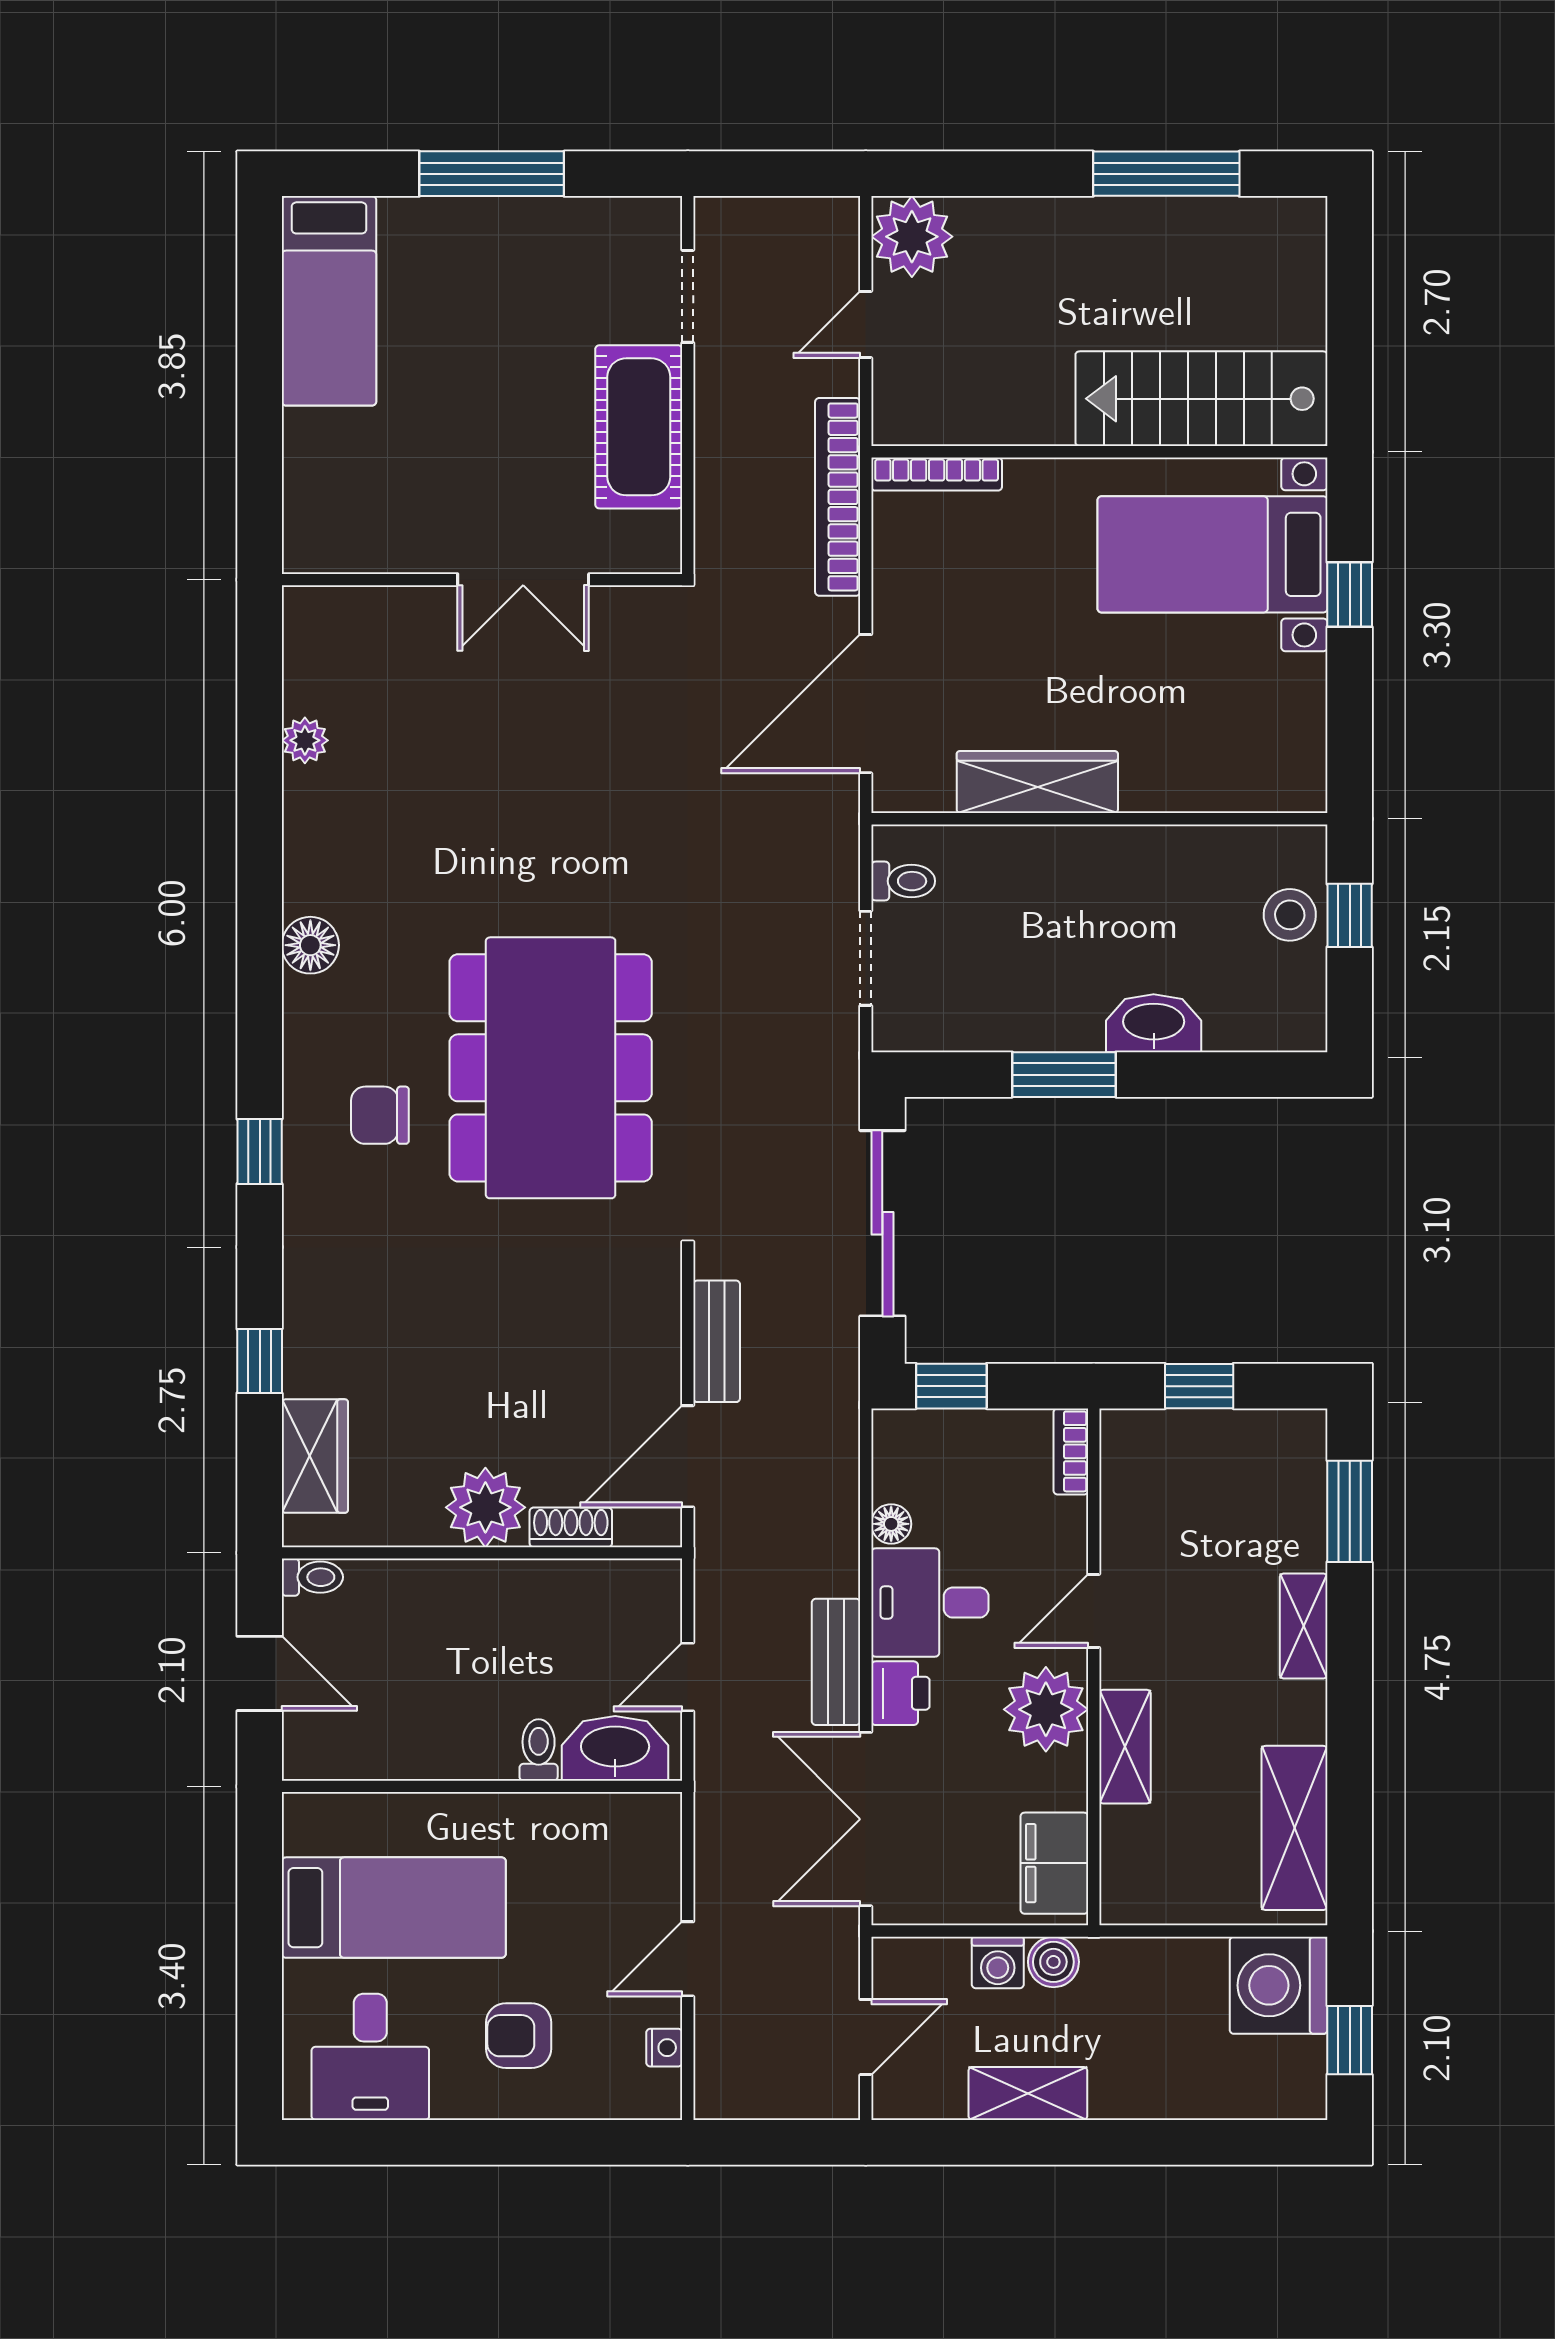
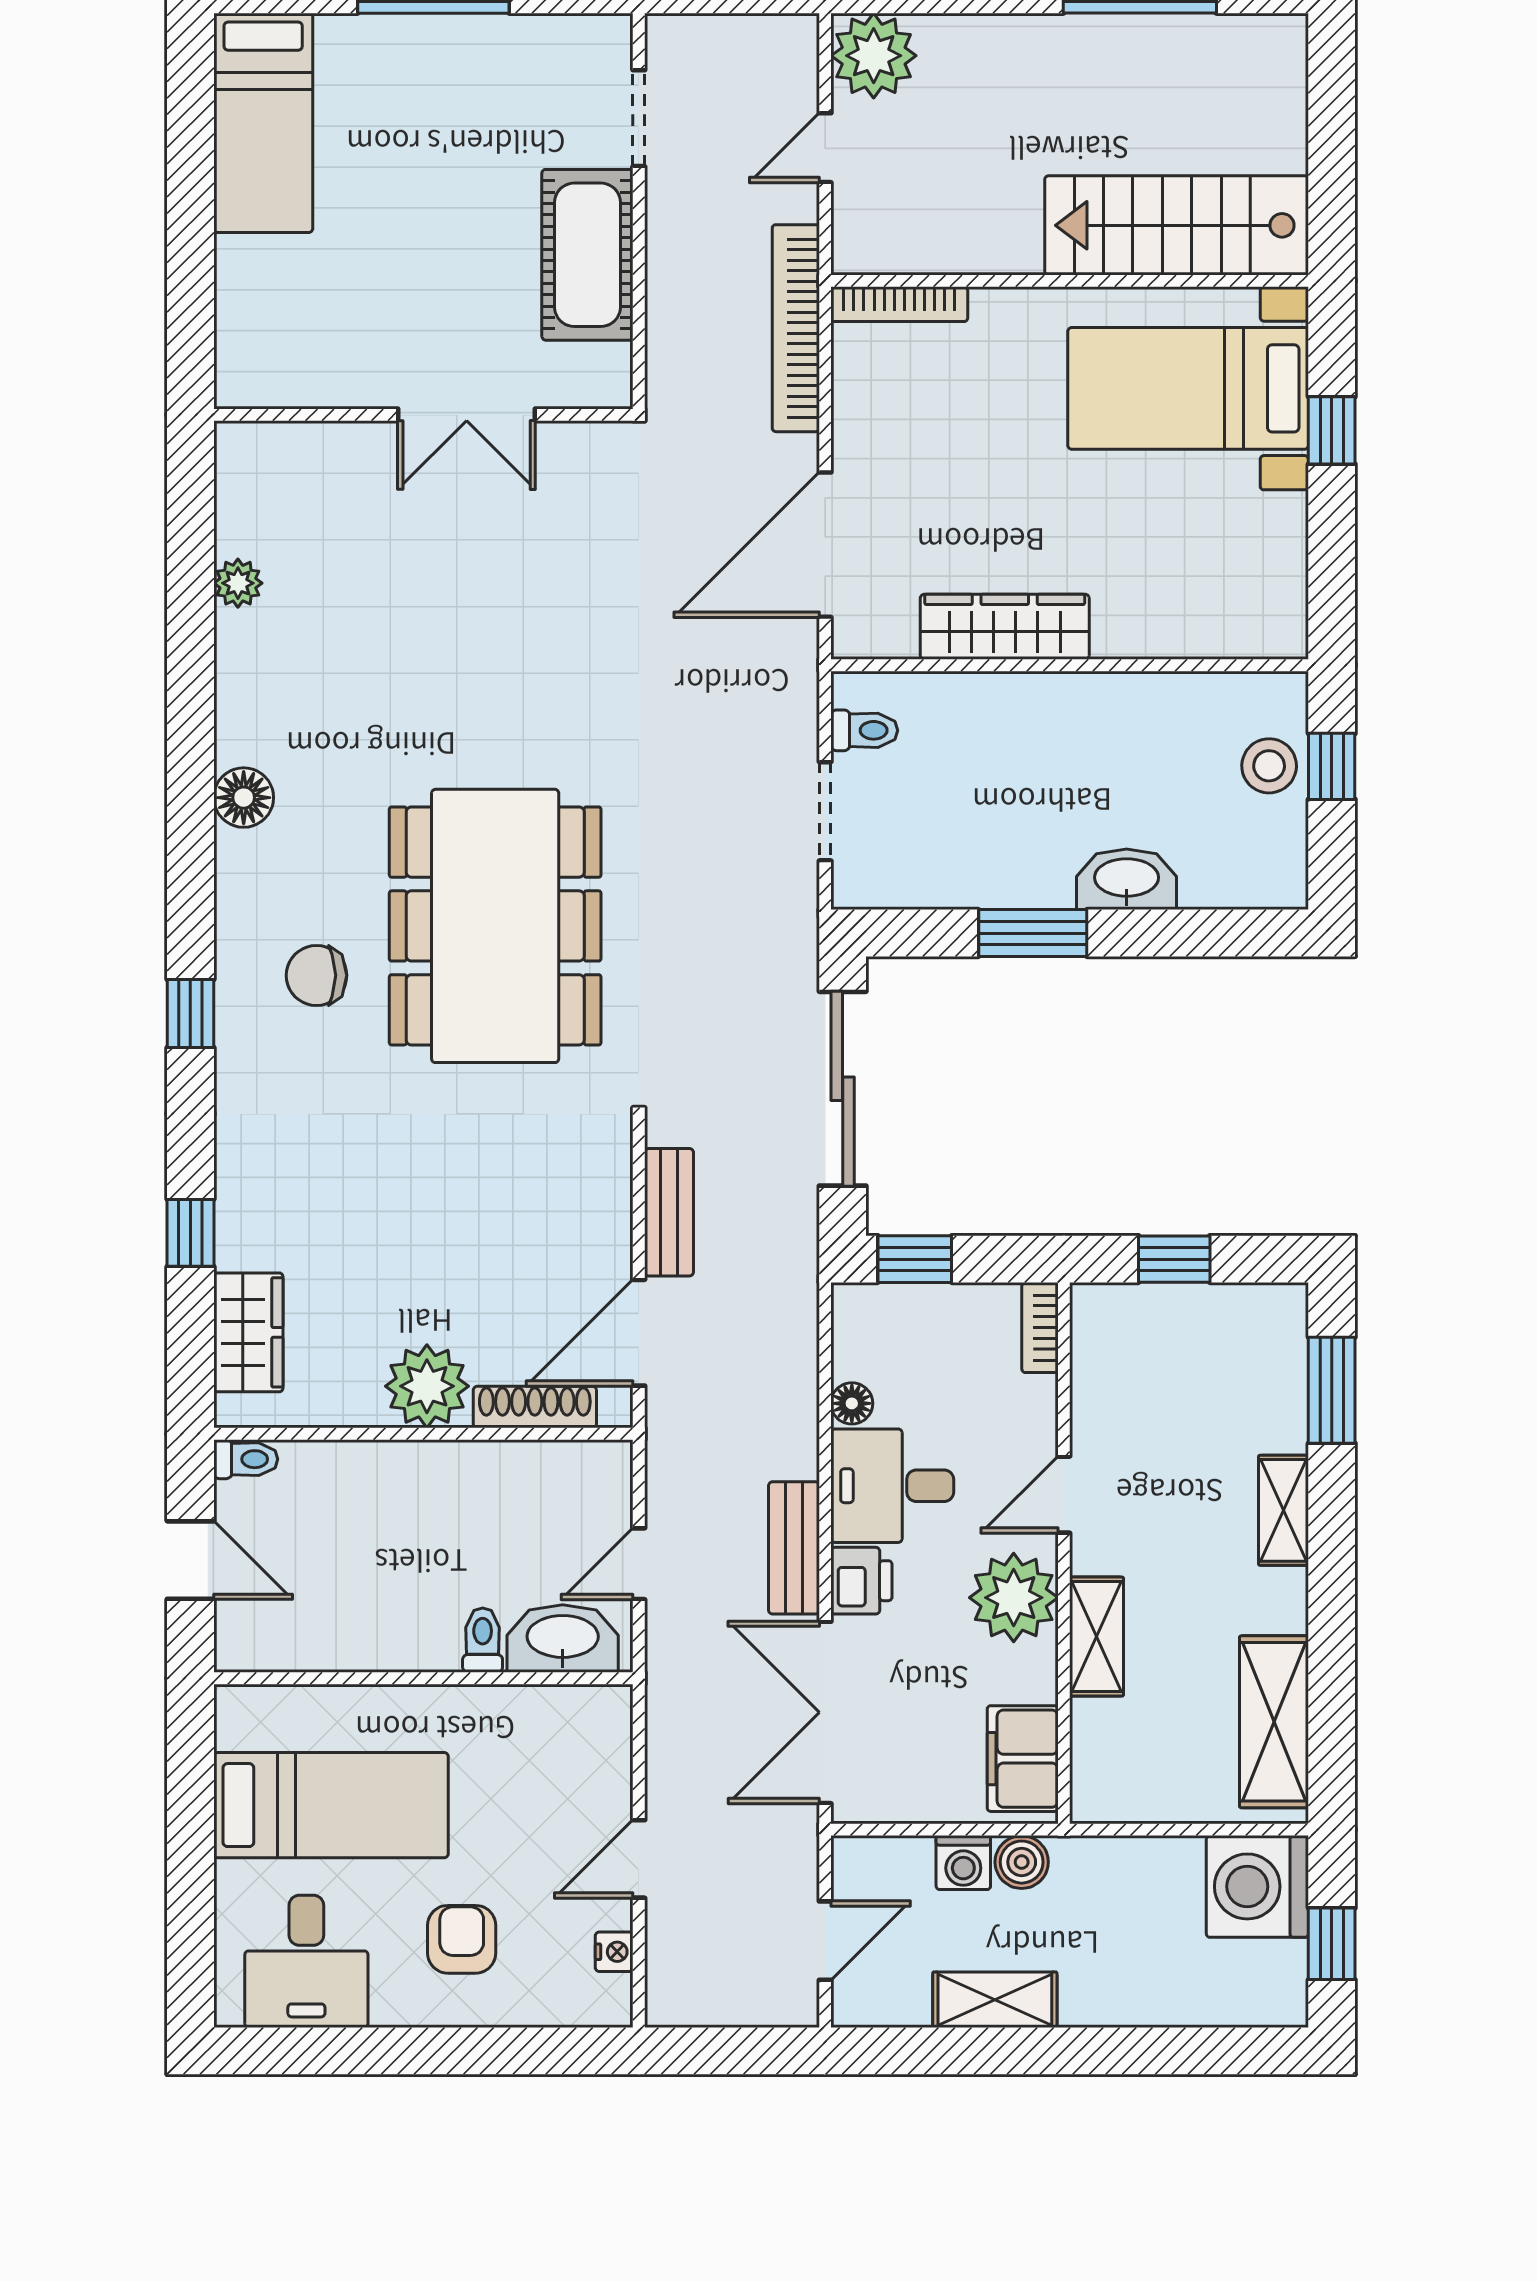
shoe rack: (571, 1527) -> (535, 1407), width x1.43
armchair: (519, 2036) -> (462, 1939), turned 90

